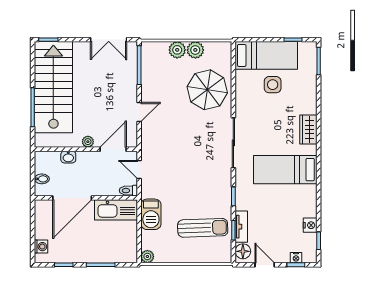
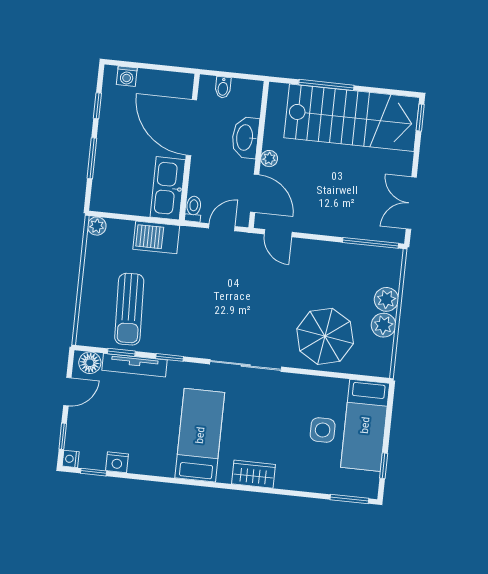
door: (139, 112) -> (278, 233), moved
washbasin: (68, 157) -> (245, 138), width x1.91, depth x1.45
tv unit: (241, 227) -> (134, 365), width x1.41
nightstand: (296, 258) -> (71, 459), moved

